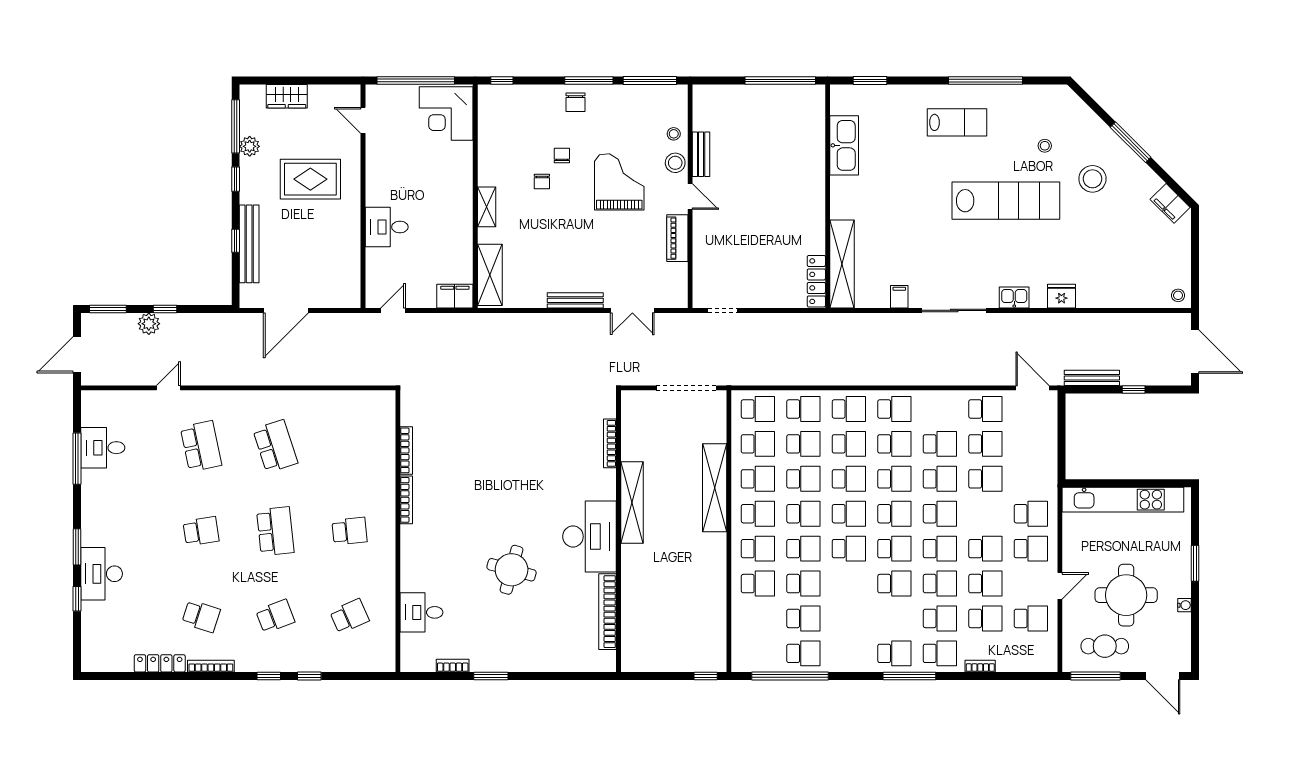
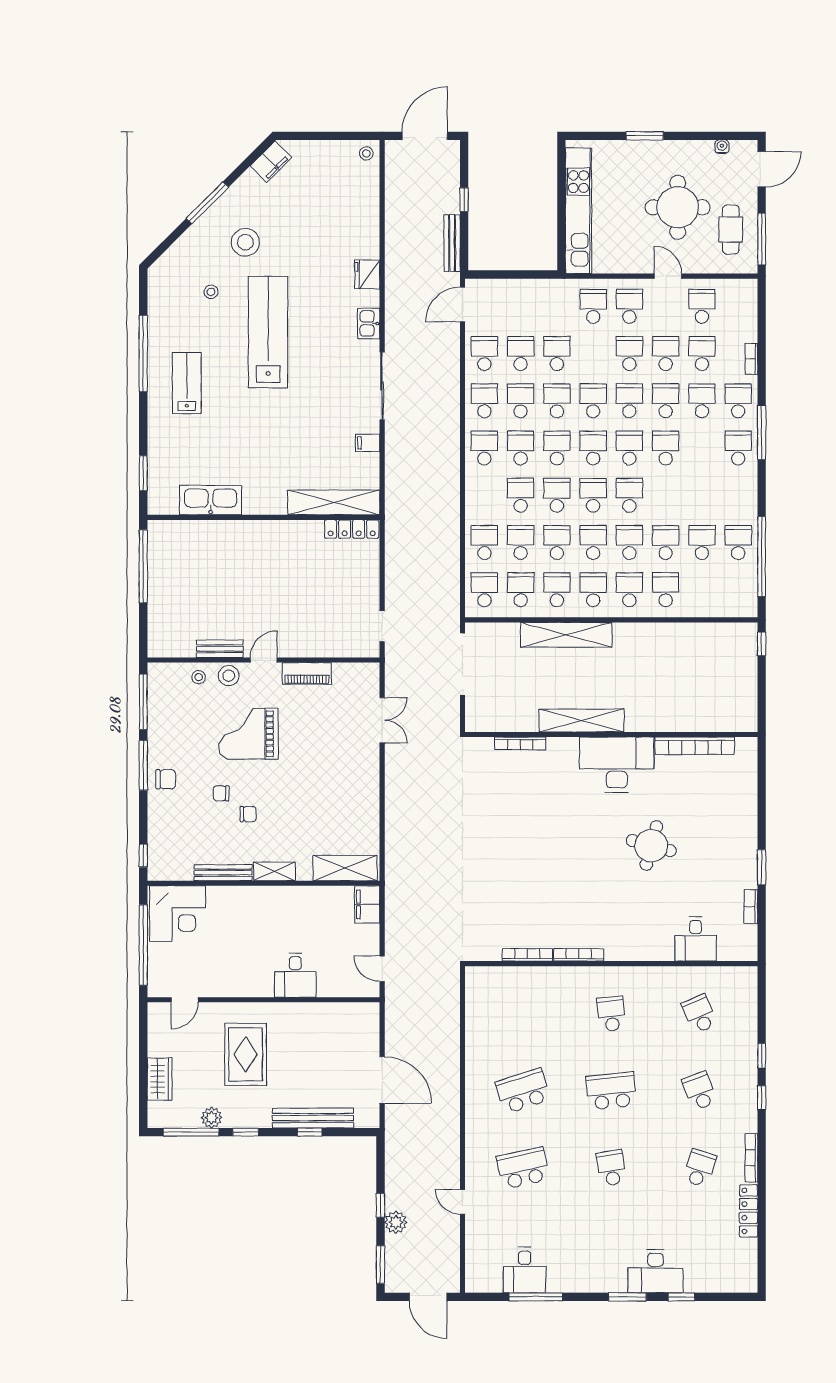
bench: (575, 300) -> (223, 873), moved, turned 90
school desk: (849, 409) -> (484, 401), moved
water cooler: (1184, 605) -> (722, 147), moved

